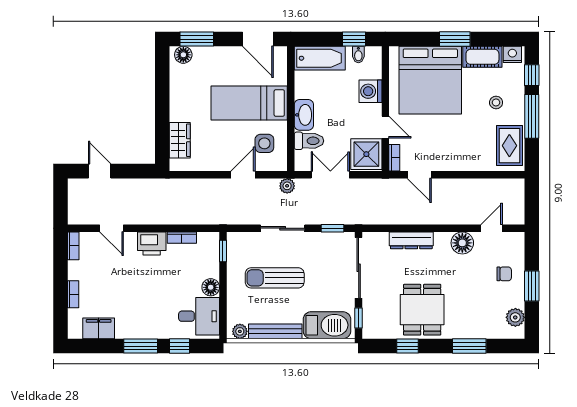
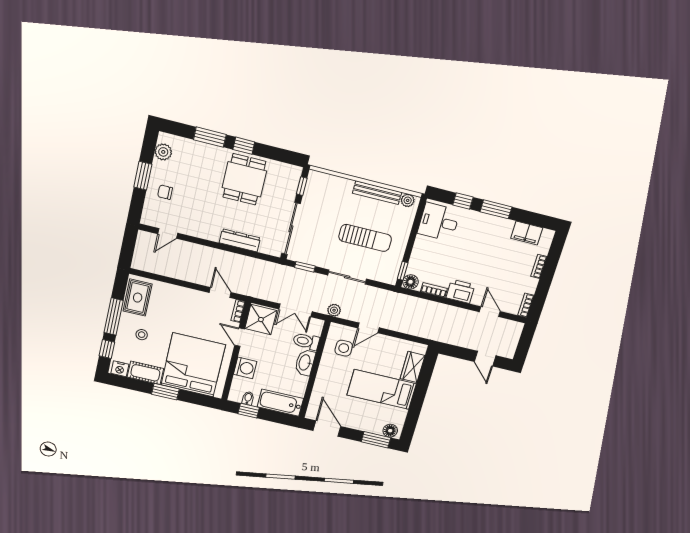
bed: (249, 103) -> (382, 389), moved, turned 180
floor lamp: (462, 243) -> (196, 227), removed
floor lamp: (211, 287) -> (410, 282), moved
barbecue: (327, 325) -> (331, 187), removed
window: (408, 346) -> (244, 146), moved

